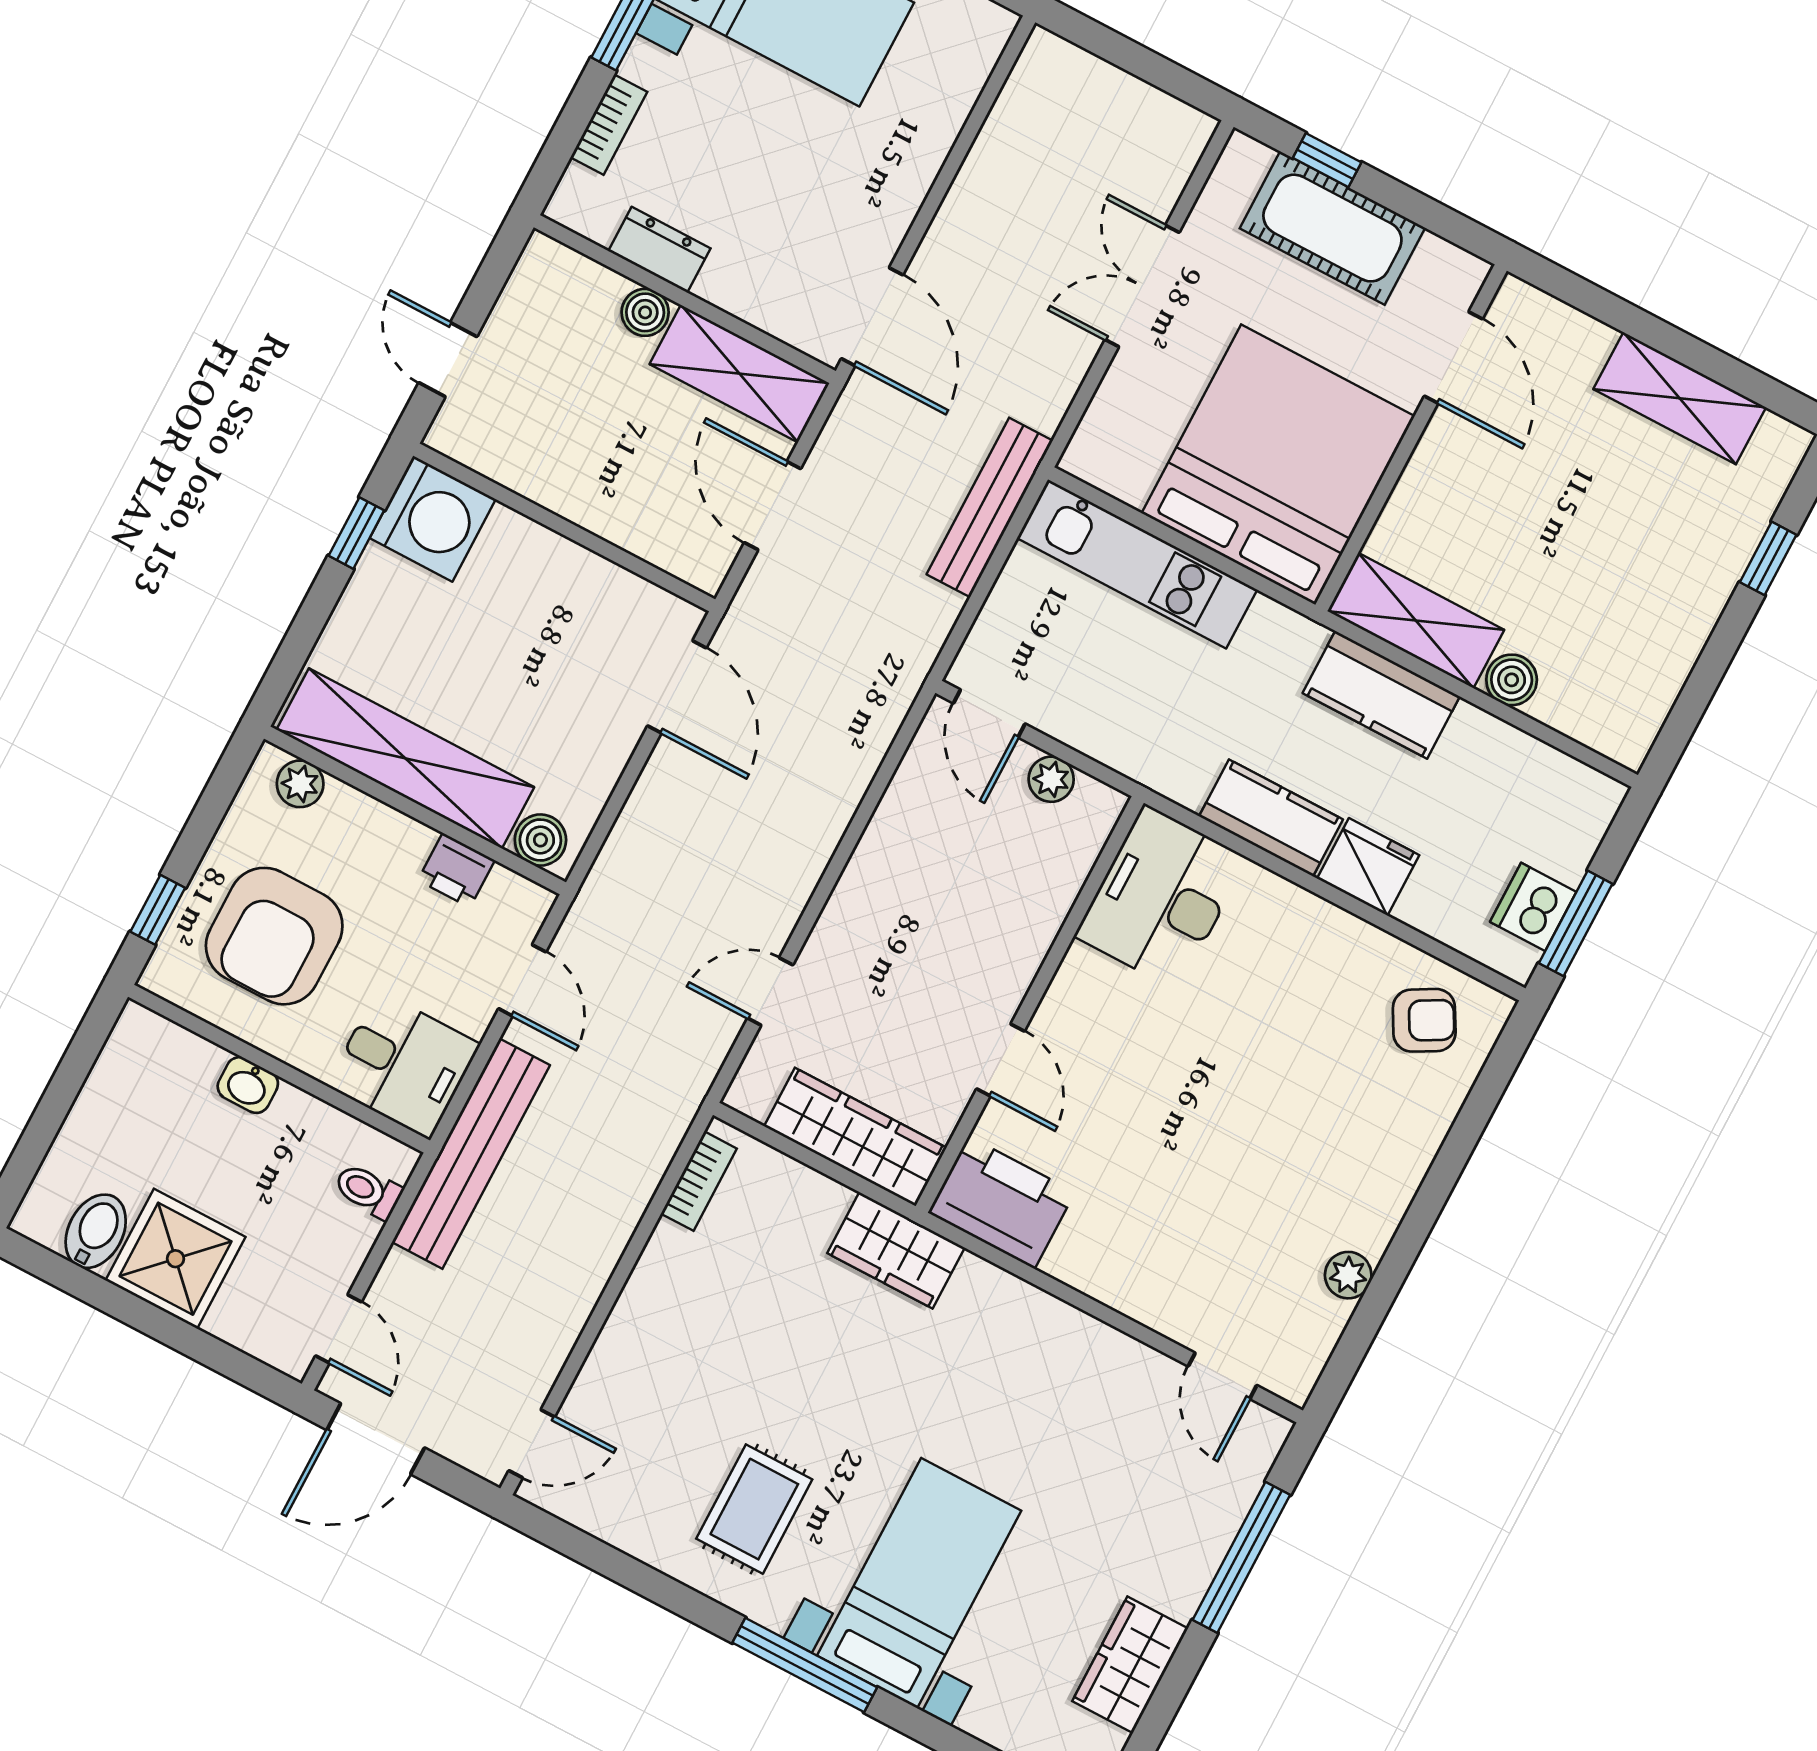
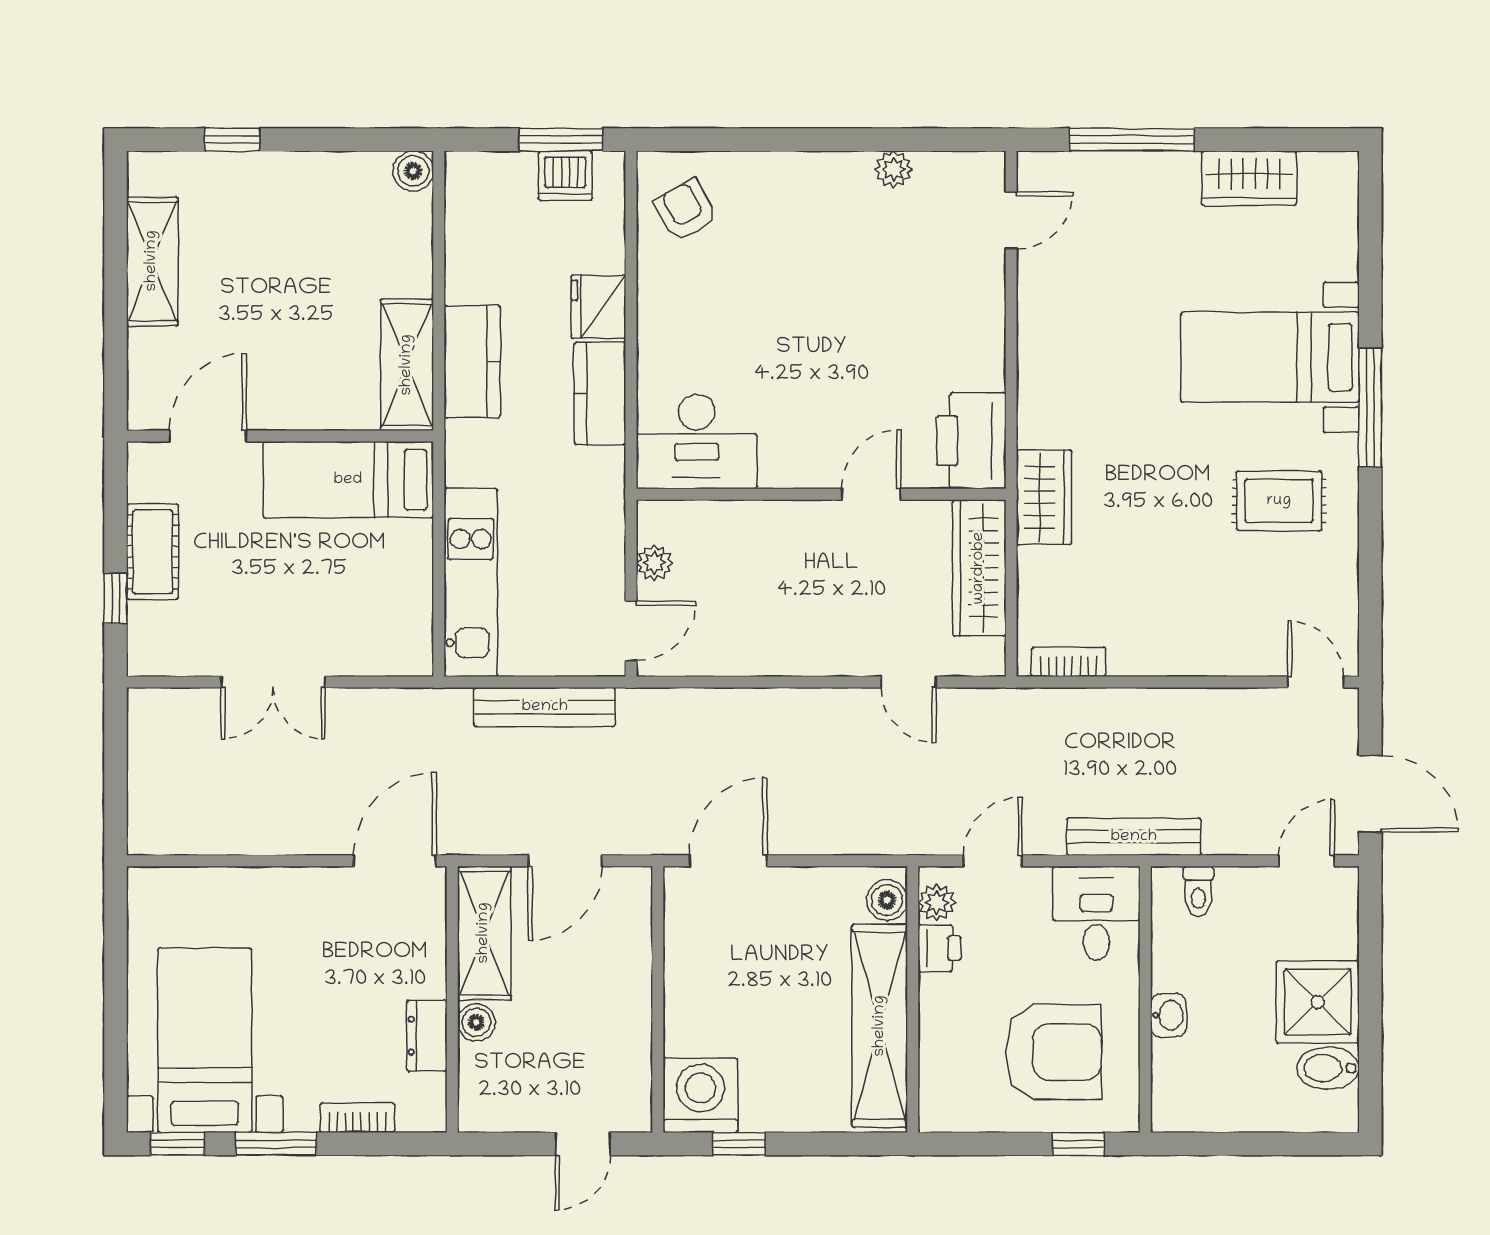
cot: (1332, 228) -> (153, 552), width x0.73, depth x0.75
bed: (1278, 465) -> (348, 480), width x0.49
bench: (990, 507) -> (545, 707), moved
boiler: (1512, 680) -> (413, 171), moved
plant: (300, 784) -> (937, 903), moved
bench: (471, 1154) -> (1134, 837), width x0.73, depth x0.82

